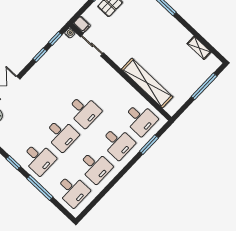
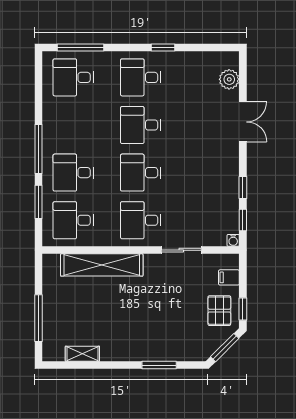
filing cabinet: (82, 24) -> (229, 277), moved
sliding door: (92, 45) -> (181, 250), moved
desk: (95, 167) -> (141, 220), moved
window: (124, 171) -> (38, 149), added
window: (40, 188) -> (81, 48), moved

